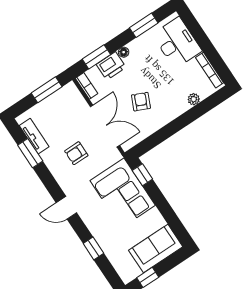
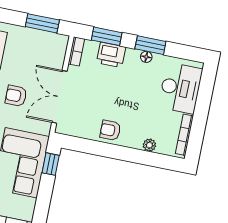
window: (144, 25) -> (150, 45), moved
floor lamp: (124, 52) -> (146, 57), moved
armchair: (141, 102) -> (110, 130), moved, turned -114
double door: (105, 126) -> (59, 97), swing flipped

